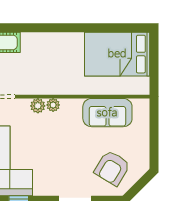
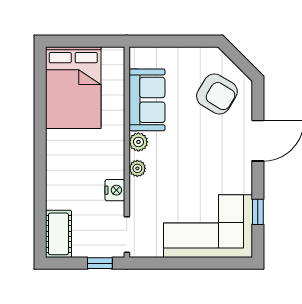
nightstand: (36, 87) -> (115, 190), added
plant: (38, 106) -> (138, 142), moved

